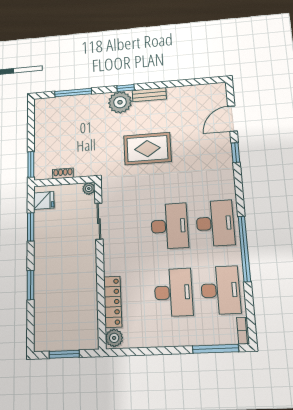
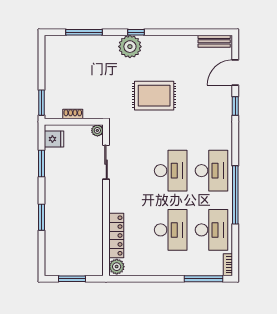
bench: (149, 95) -> (214, 41), moved

